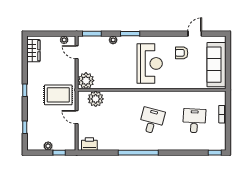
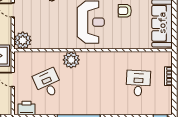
plant: (96, 99) -> (71, 60), moved
desk: (152, 121) -> (48, 83), moved, turned -39

